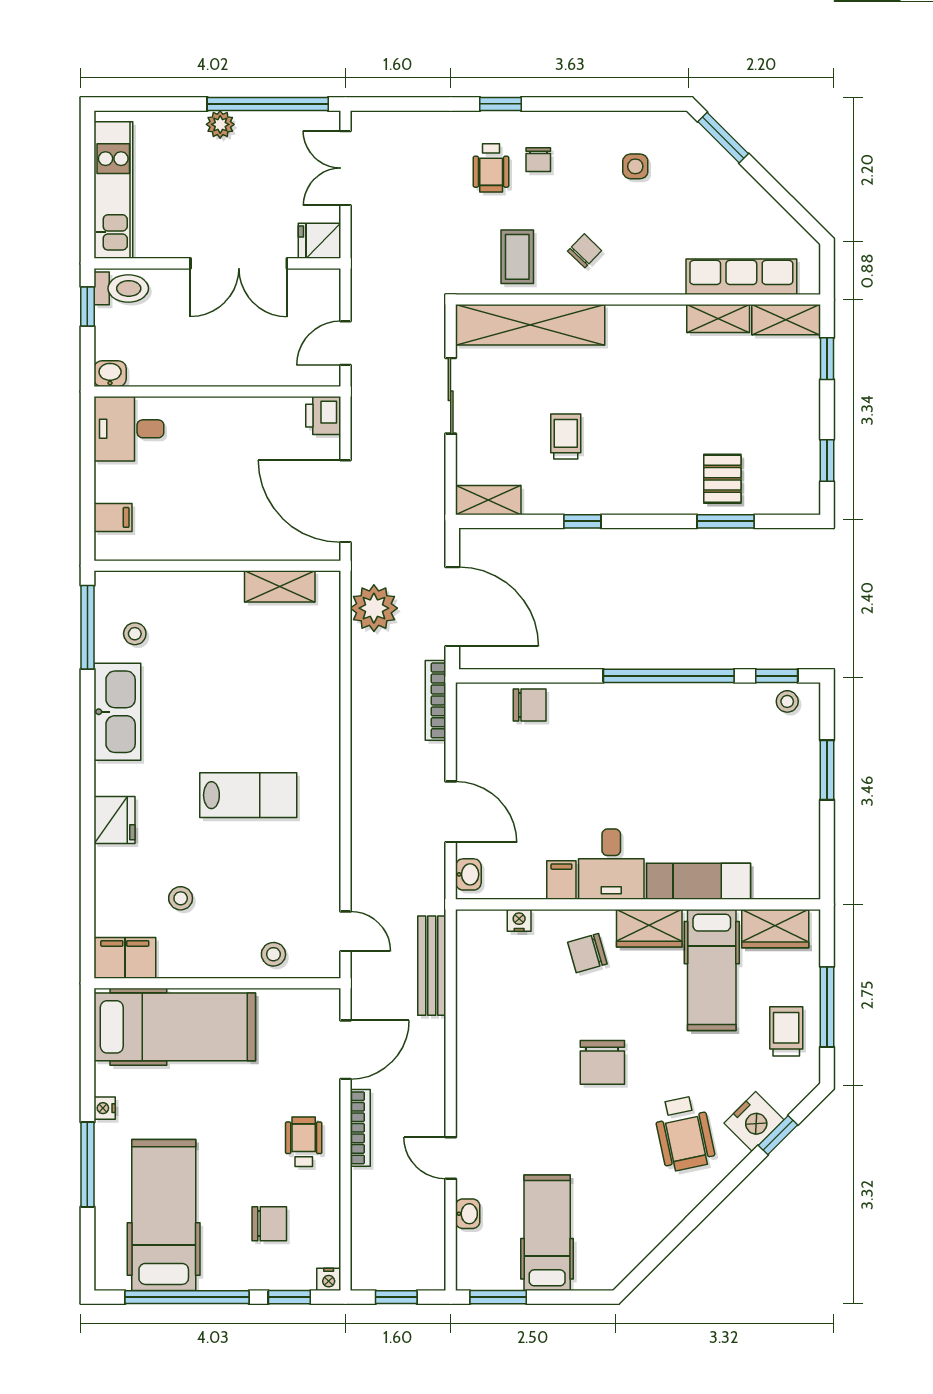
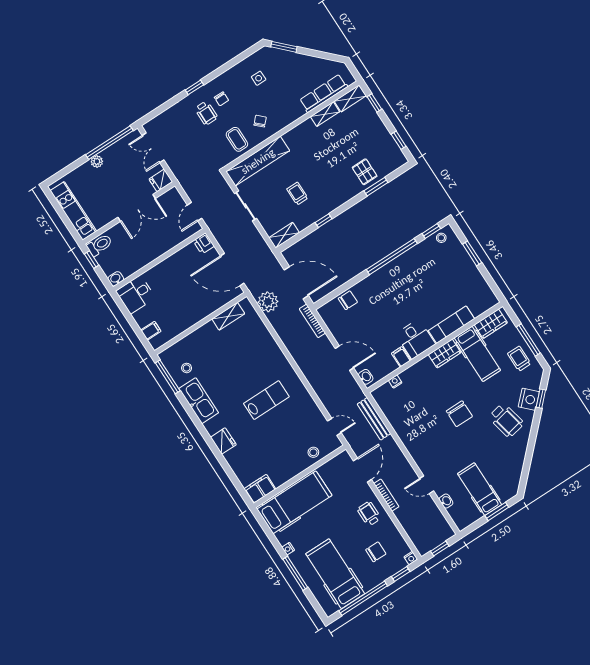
stool: (181, 898) -> (266, 454), removed
chair: (587, 953) -> (428, 377), removed
window: (498, 1297) -> (497, 511), moved

